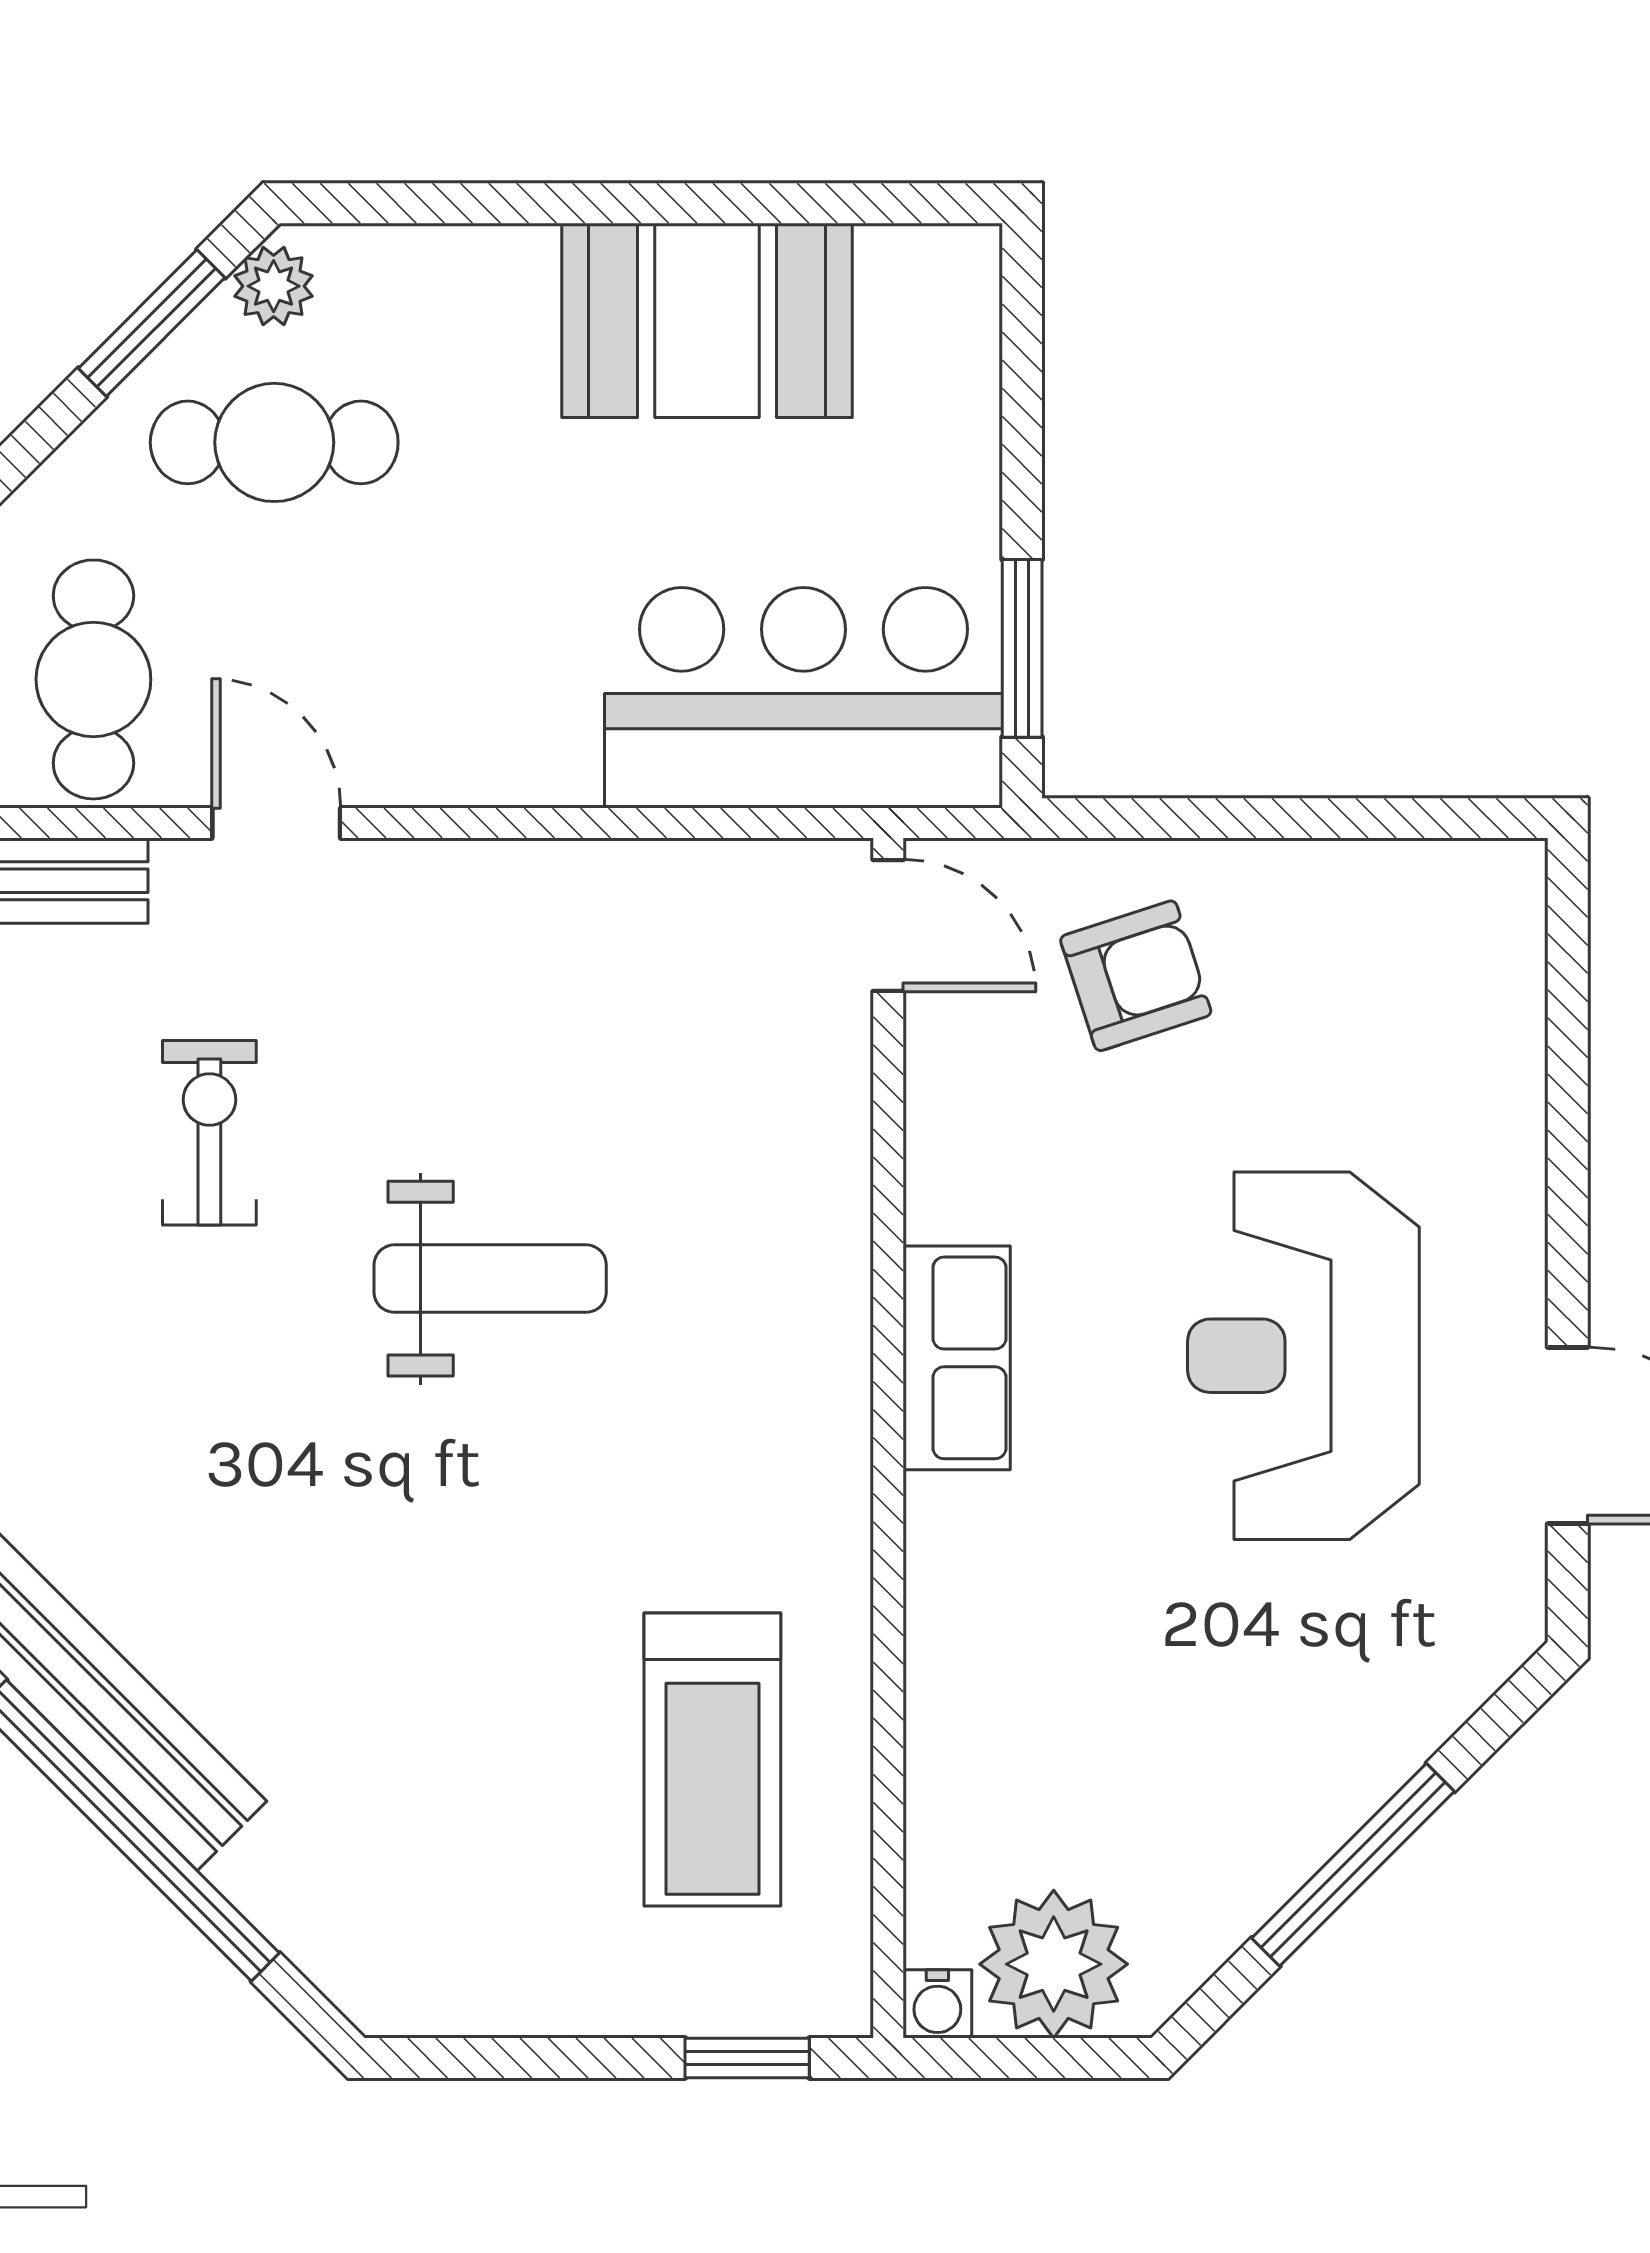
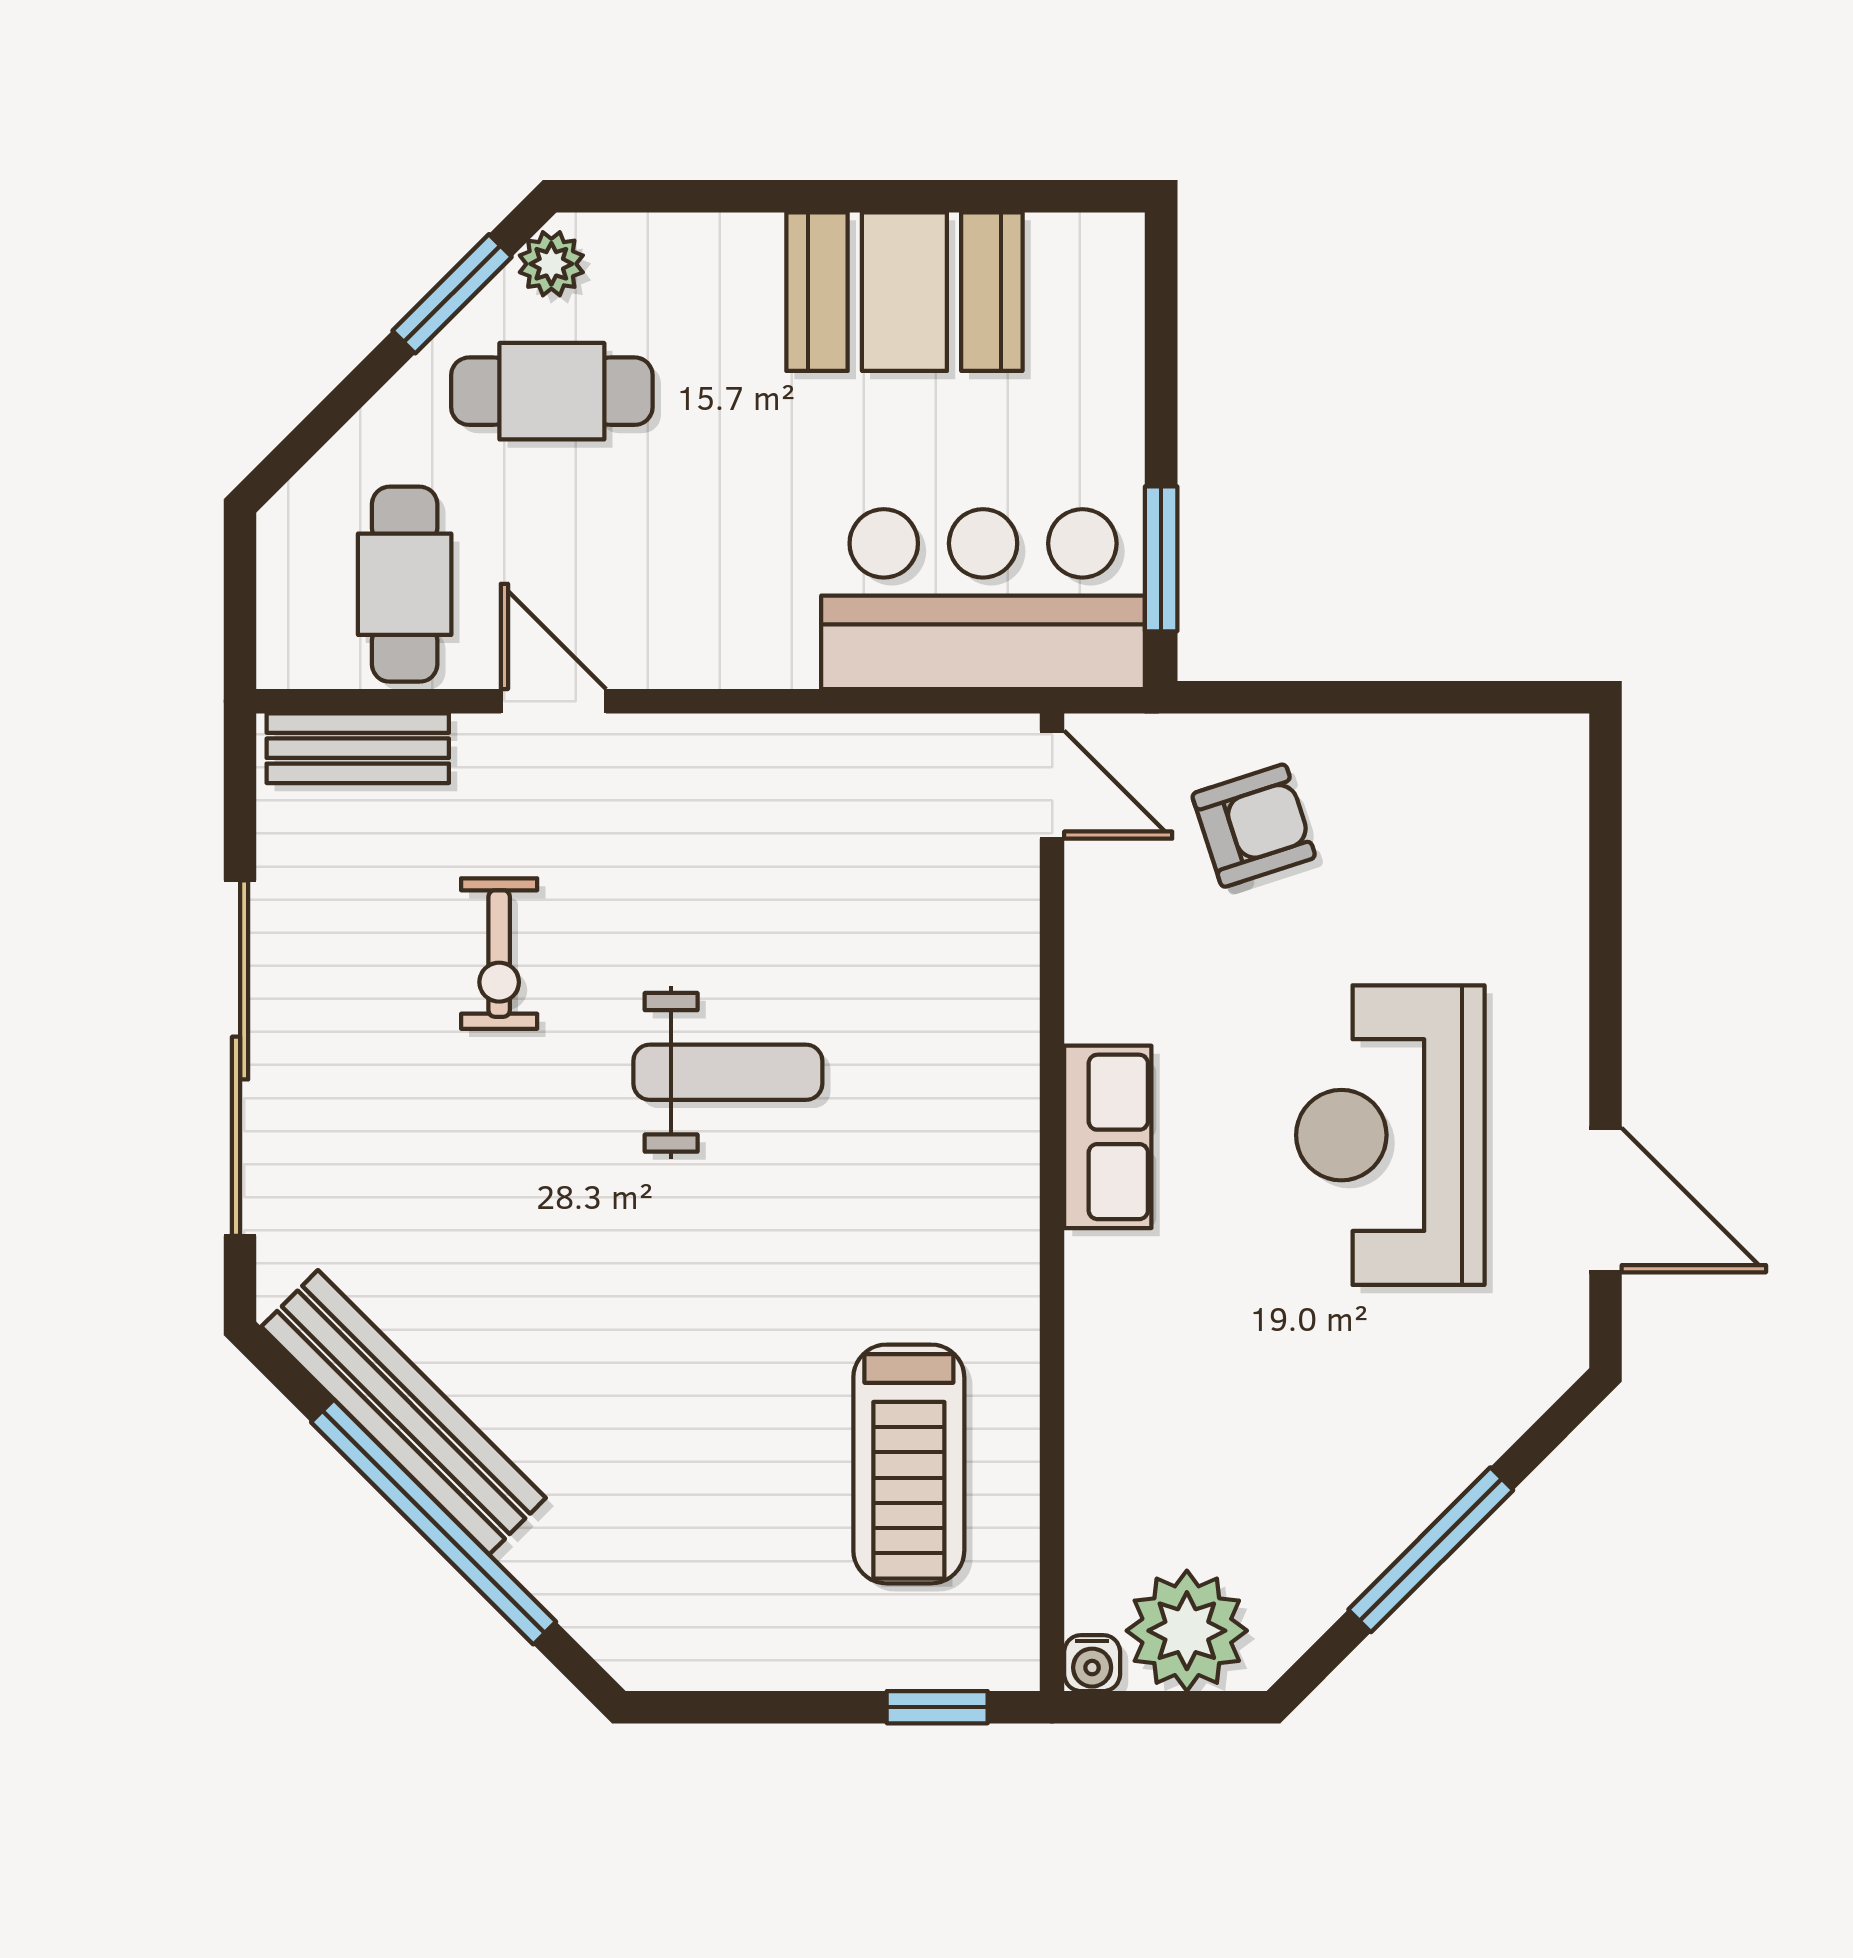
exercise bike: (209, 1133) -> (499, 954), turned 180

